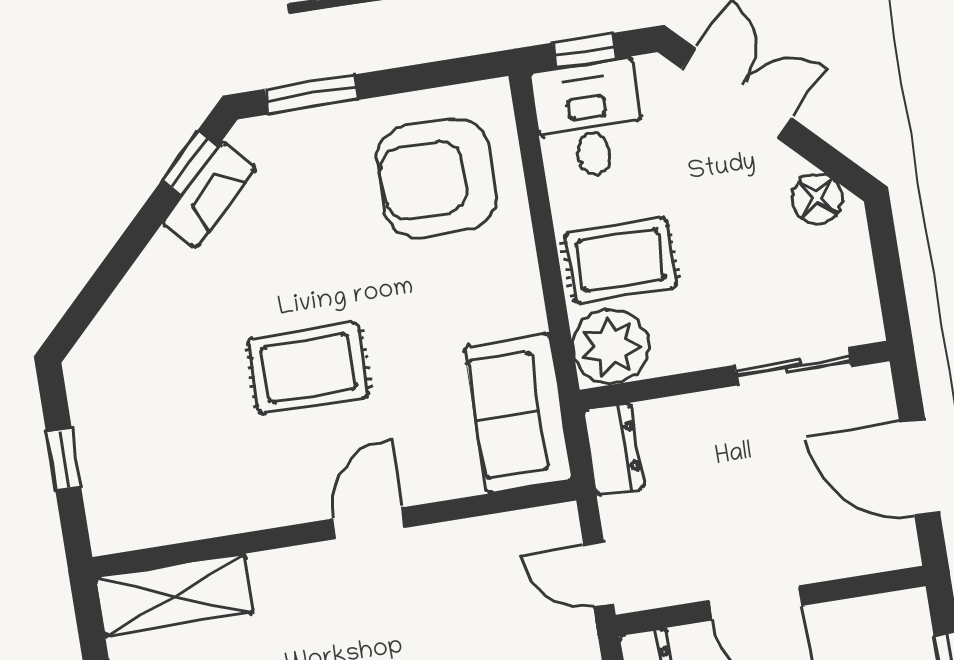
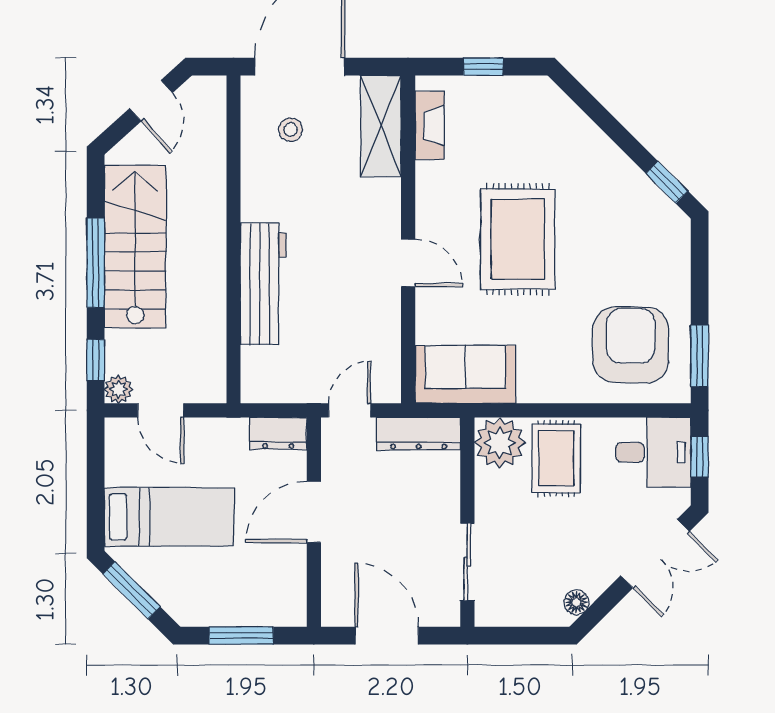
window: (312, 94) -> (700, 356), moved
fireplace: (209, 195) -> (430, 125), moved, turned -135
floor lamp: (817, 199) -> (576, 602), width x0.73, depth x0.73
rug: (308, 368) -> (518, 239), width x1.36, depth x1.43
dresser: (614, 449) -> (419, 434), width x1.44
door: (920, 467) -> (387, 636), hinge flipped

